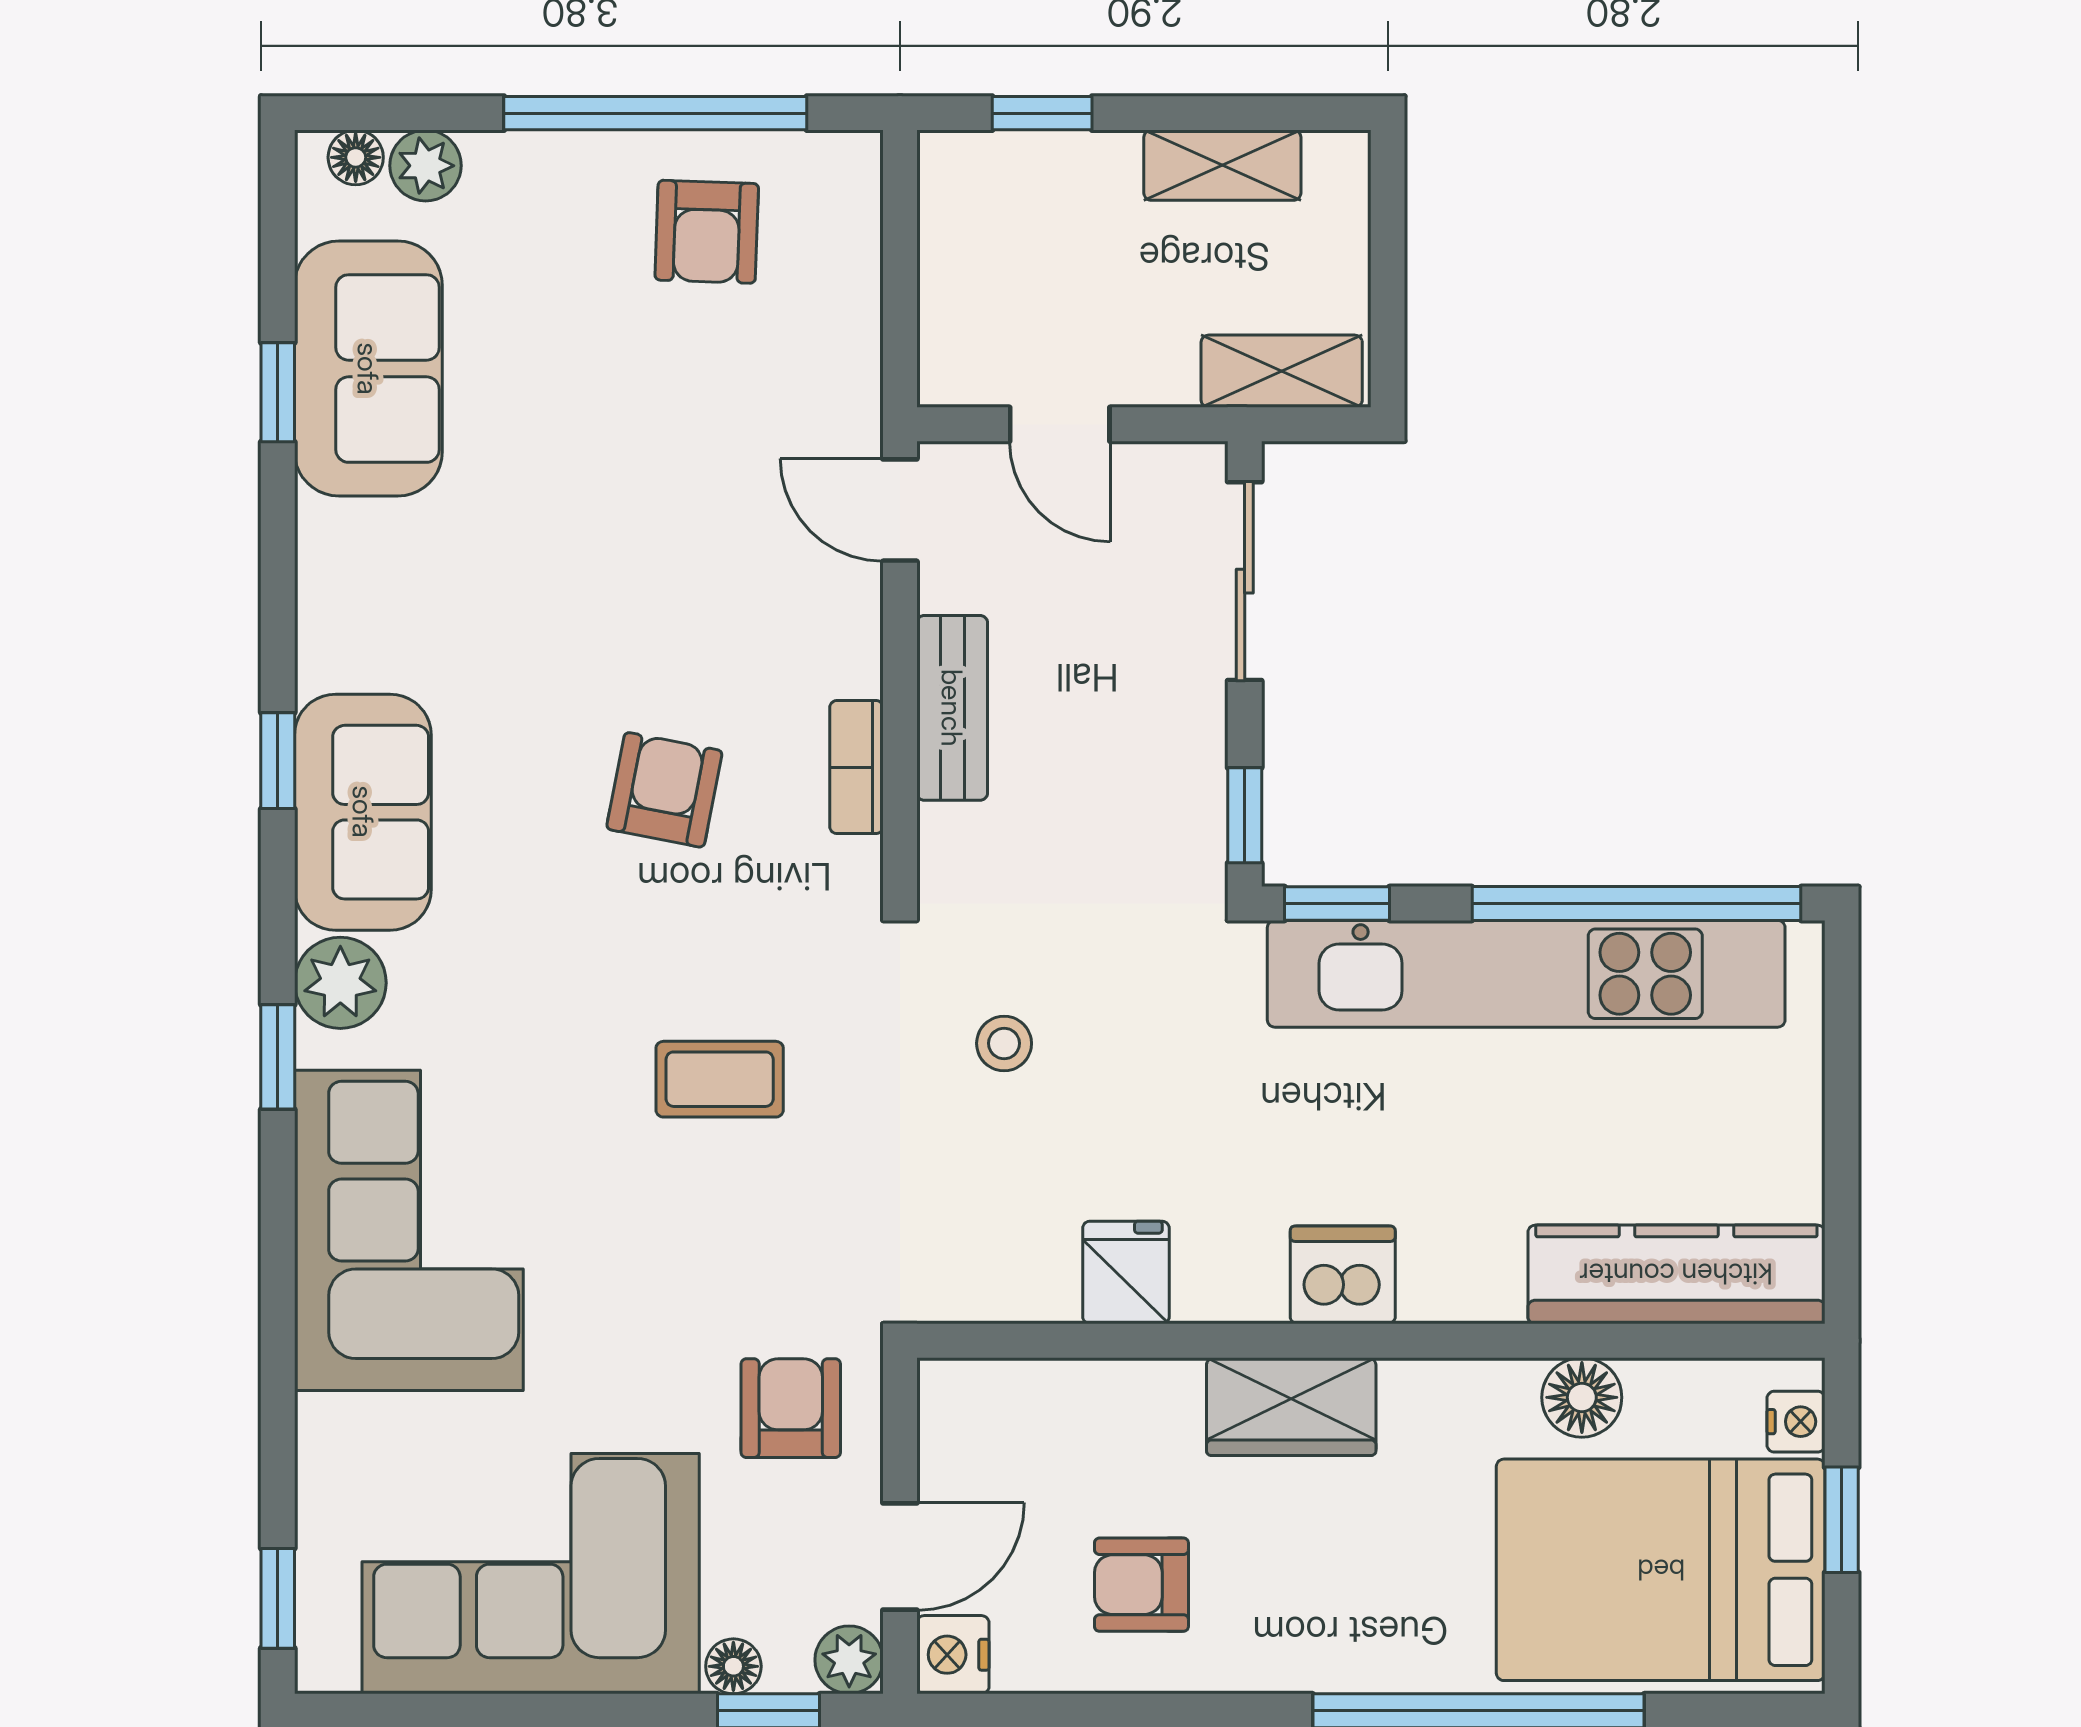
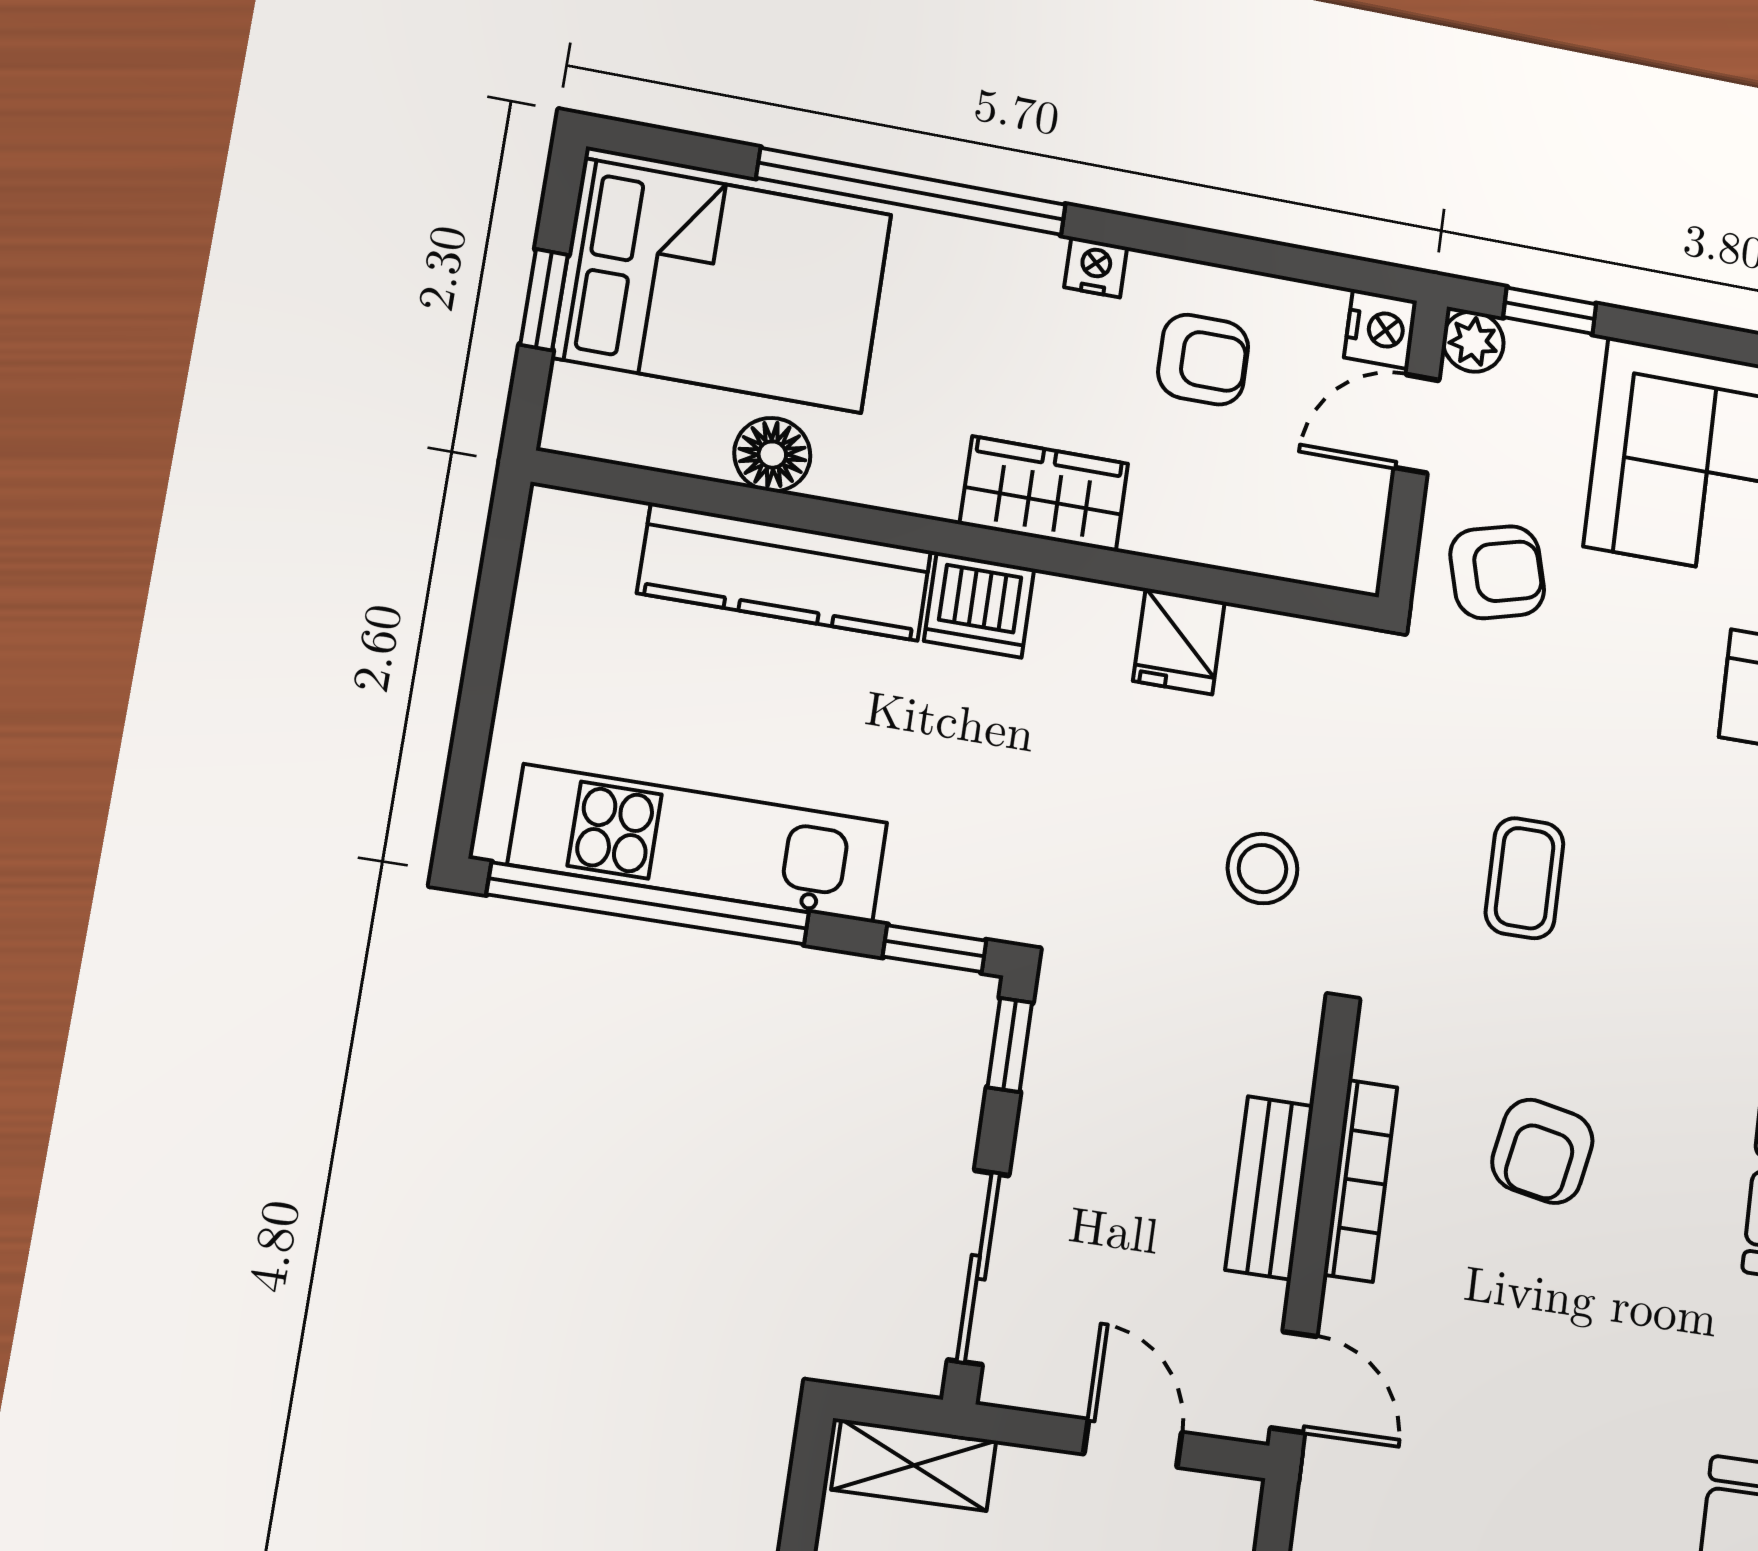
bookcase: (856, 767) -> (1360, 1181), width x1.56
kitchen unit: (1526, 974) -> (699, 844), width x0.73
stool: (1004, 1043) -> (1262, 869), width x1.37, depth x1.37
coffee table: (720, 1079) -> (1525, 878), turned 90
kitchen counter: (1676, 1274) -> (785, 572), moved
armchair: (791, 1408) -> (1497, 572), turned -105
nightstand: (1796, 1422) -> (1096, 267), moved, turned 90
floor lamp: (733, 1666) -> (1576, 355), removed

